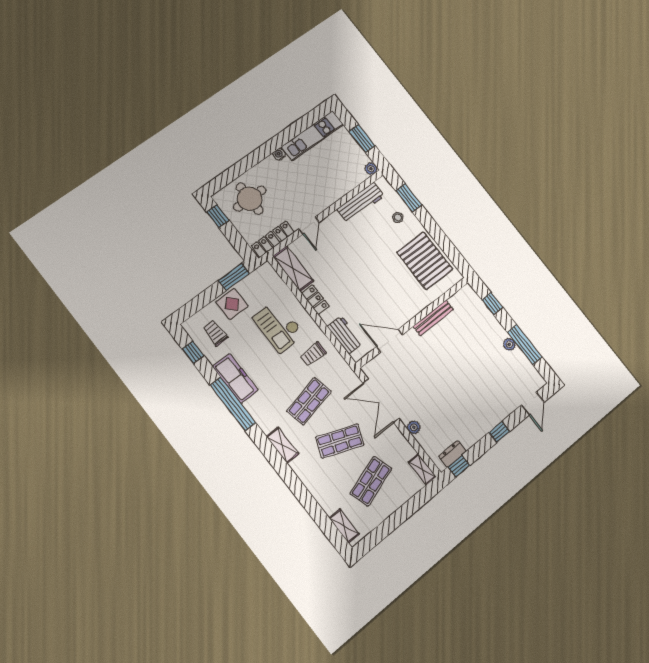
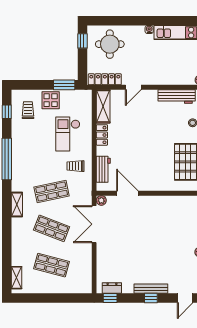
bench: (433, 318) -> (151, 289), moved
freezer: (235, 378) -> (19, 145), removed
plant: (414, 427) -> (101, 200), moved
shelving: (422, 469) -> (87, 283), removed
shop shelf: (371, 481) -> (52, 265), turned 33

